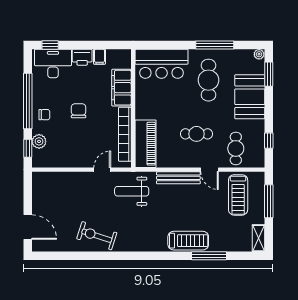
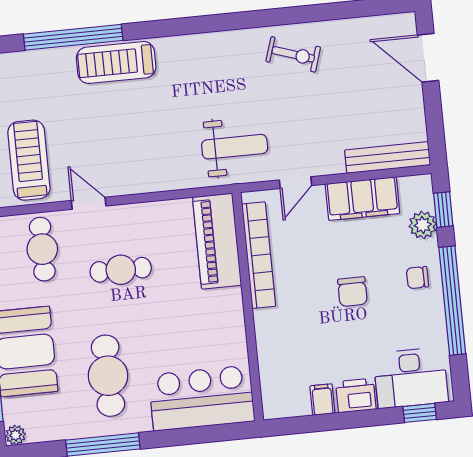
filing cabinet: (121, 88) -> (362, 199), moved, turned 90
bench: (178, 178) -> (388, 158), moved
exercise bike: (97, 236) -> (293, 54), width x0.73, depth x0.72
window: (209, 256) -> (73, 37), width x1.46

